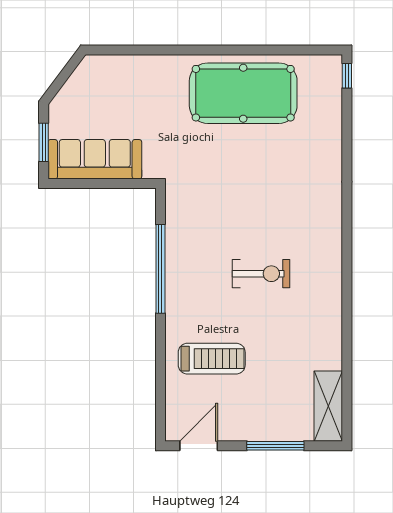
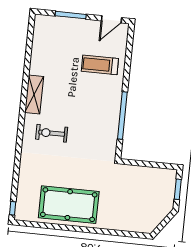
sofa: (95, 159) -> (151, 177), removed
exercise bike: (261, 274) -> (52, 133), moved
shelving: (328, 406) -> (34, 94), moved

